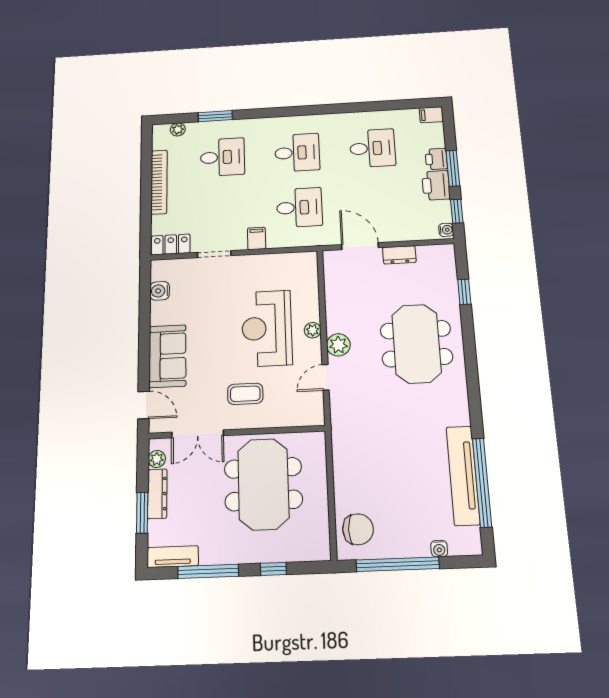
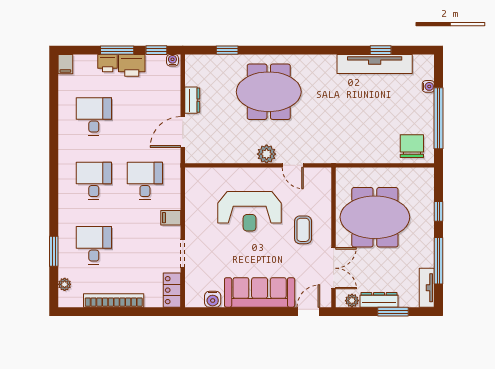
plant: (313, 330) -> (253, 174), removed
sofa: (168, 356) -> (260, 292), width x1.36
window: (482, 482) -> (381, 50), width x0.32

